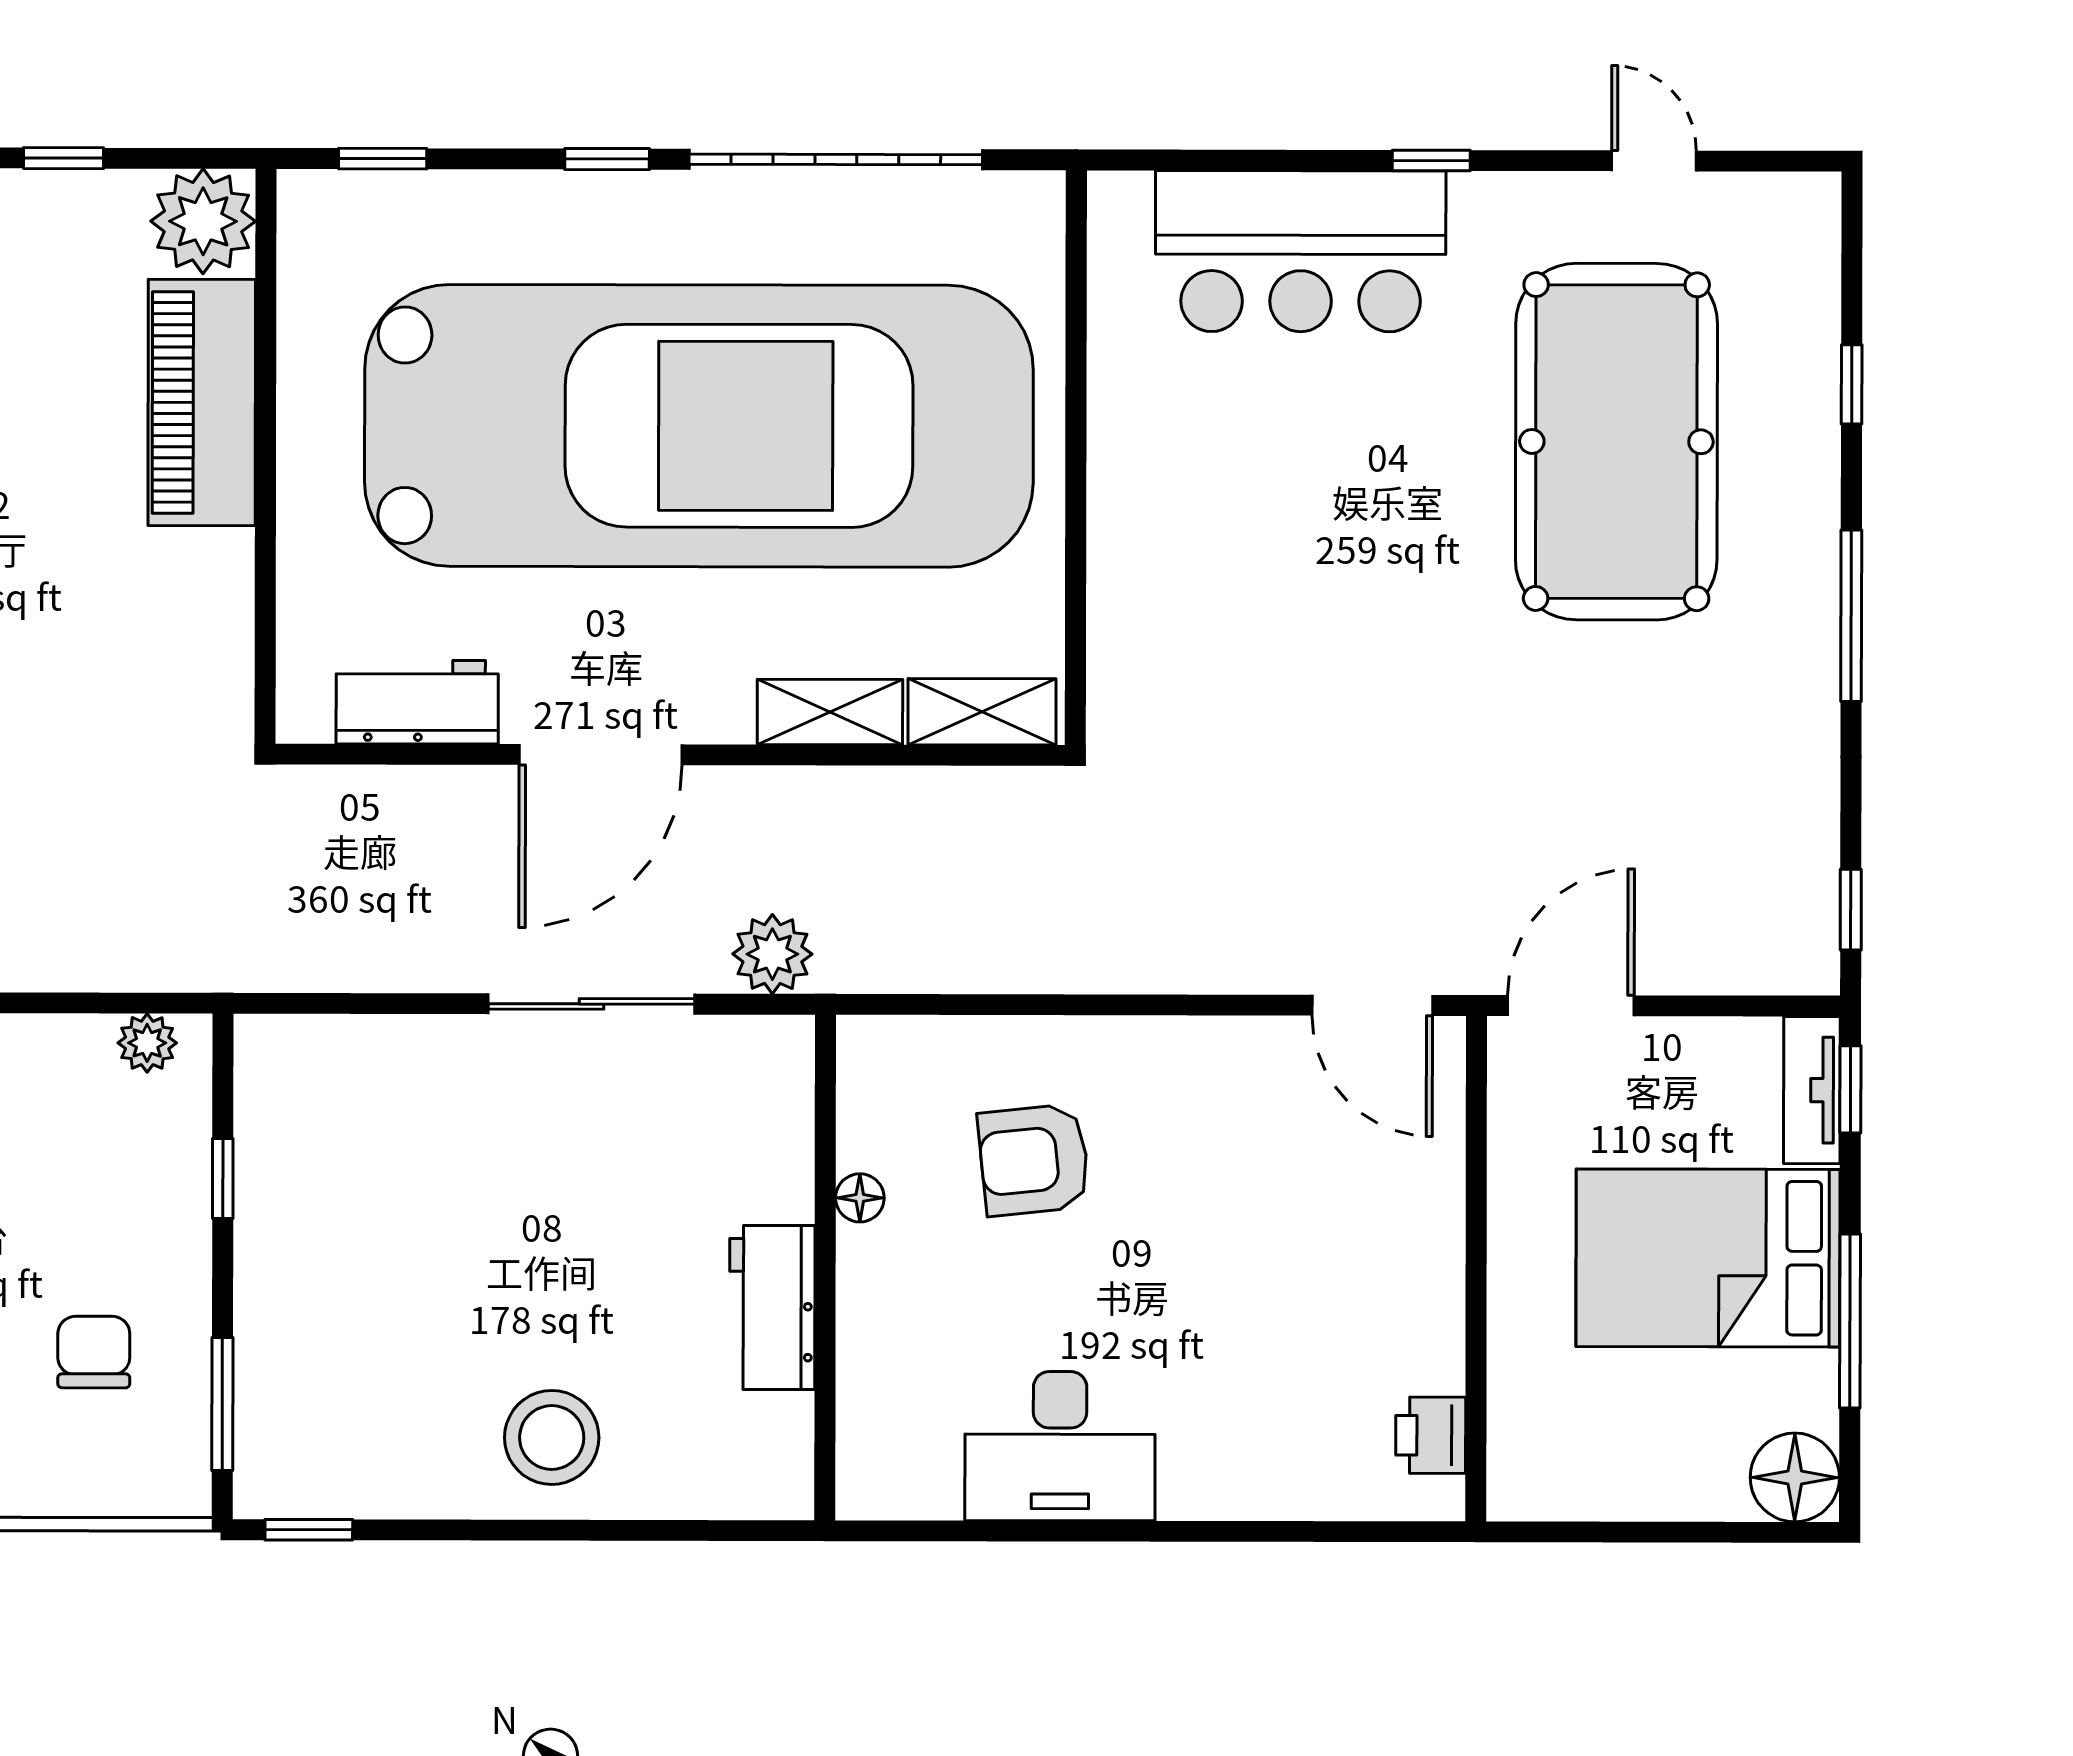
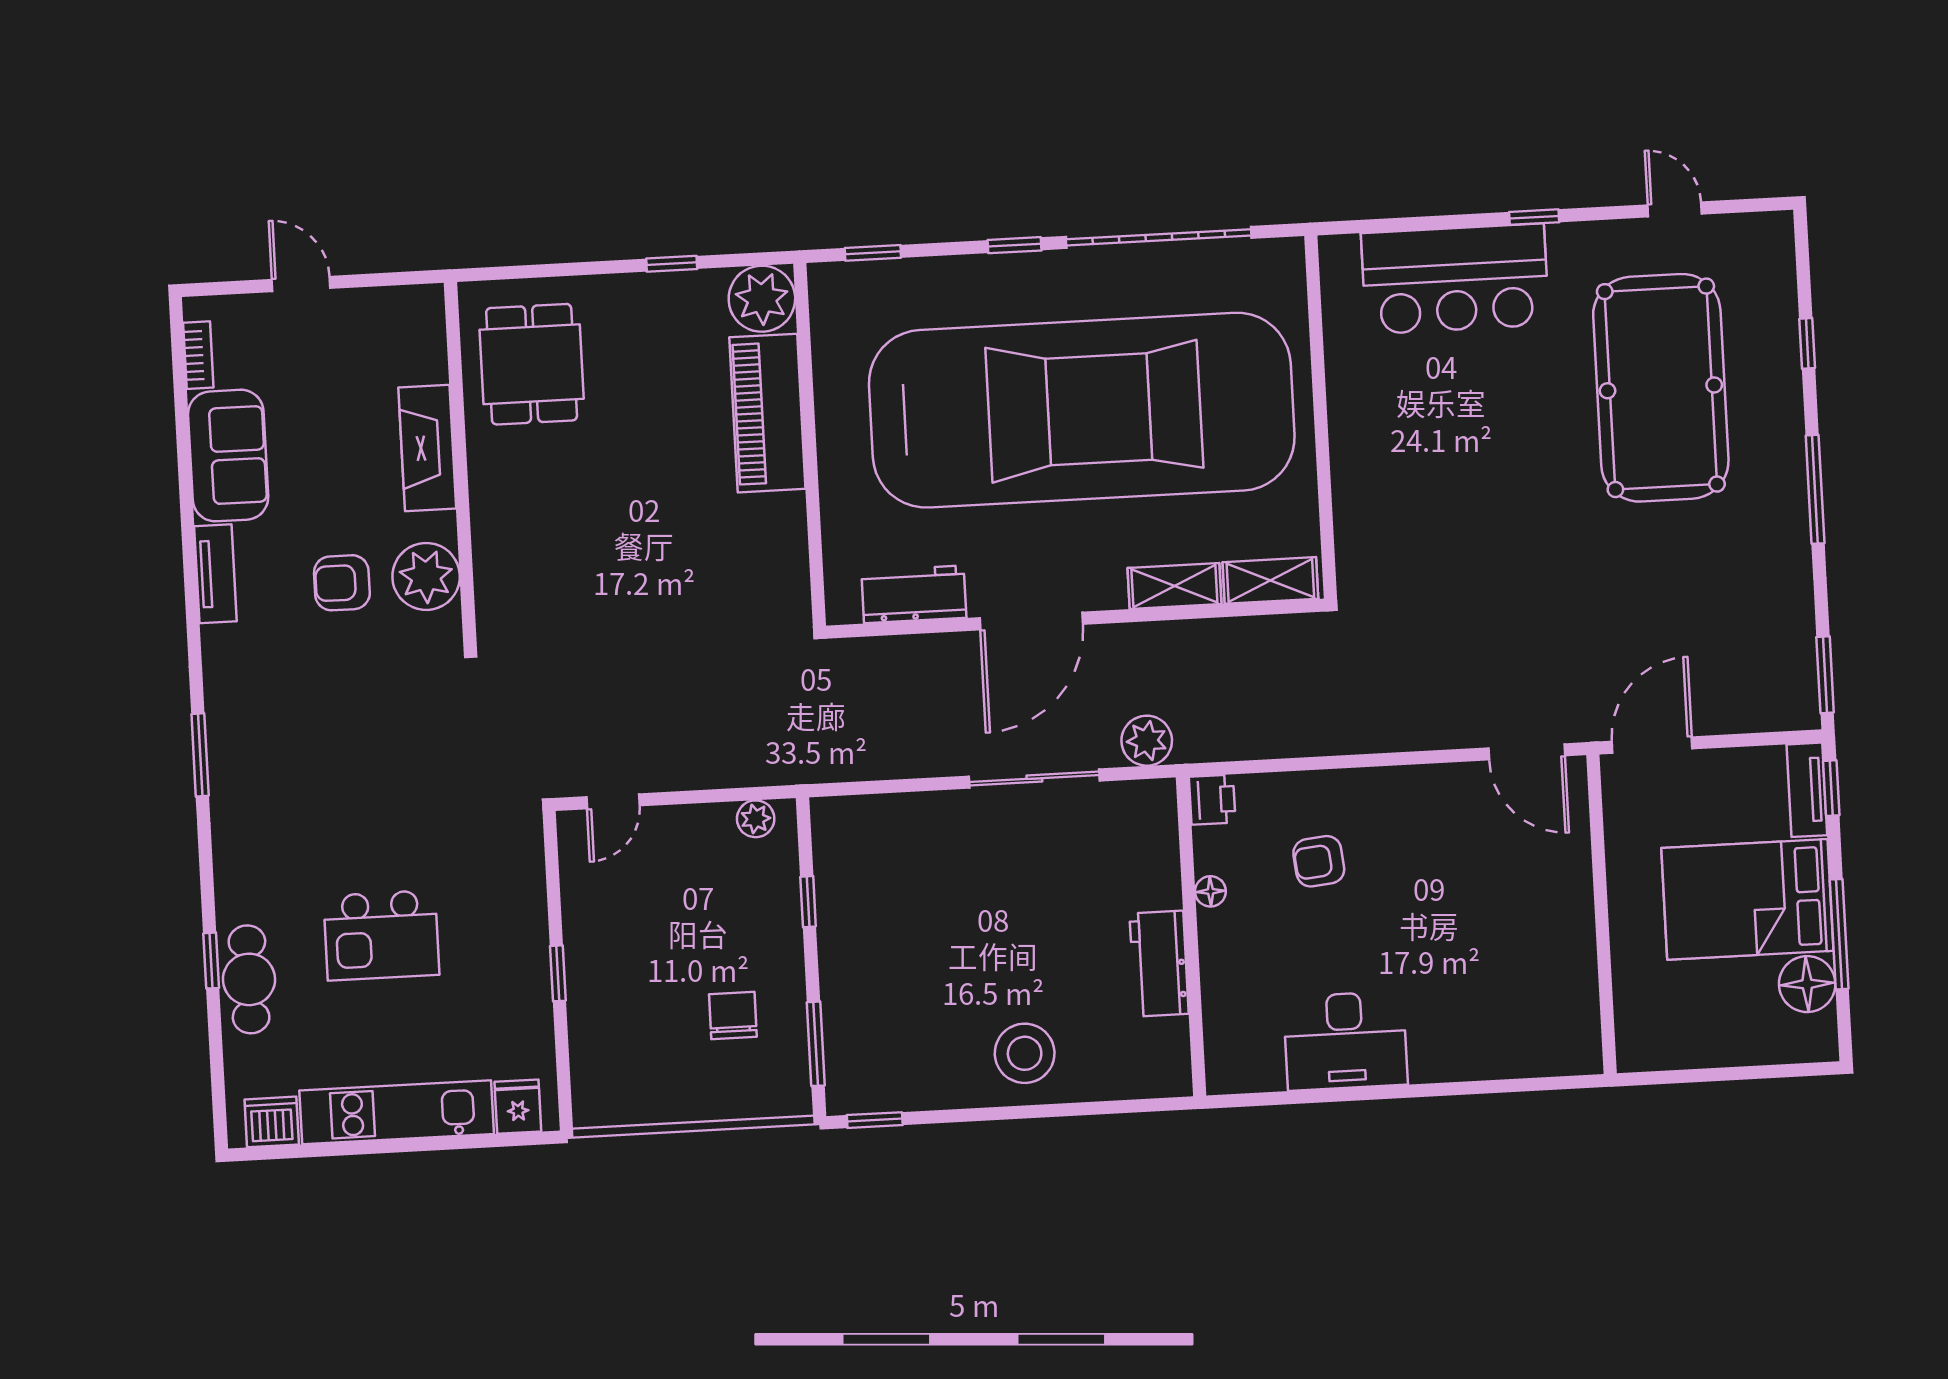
window: (1851, 910) -> (1825, 675), width x1.50
armchair: (1034, 1160) -> (1319, 861), width x0.72, depth x0.72
printer: (1431, 1435) -> (1212, 800), moved, turned 180
floor lamp: (1795, 1477) -> (1807, 984), moved

